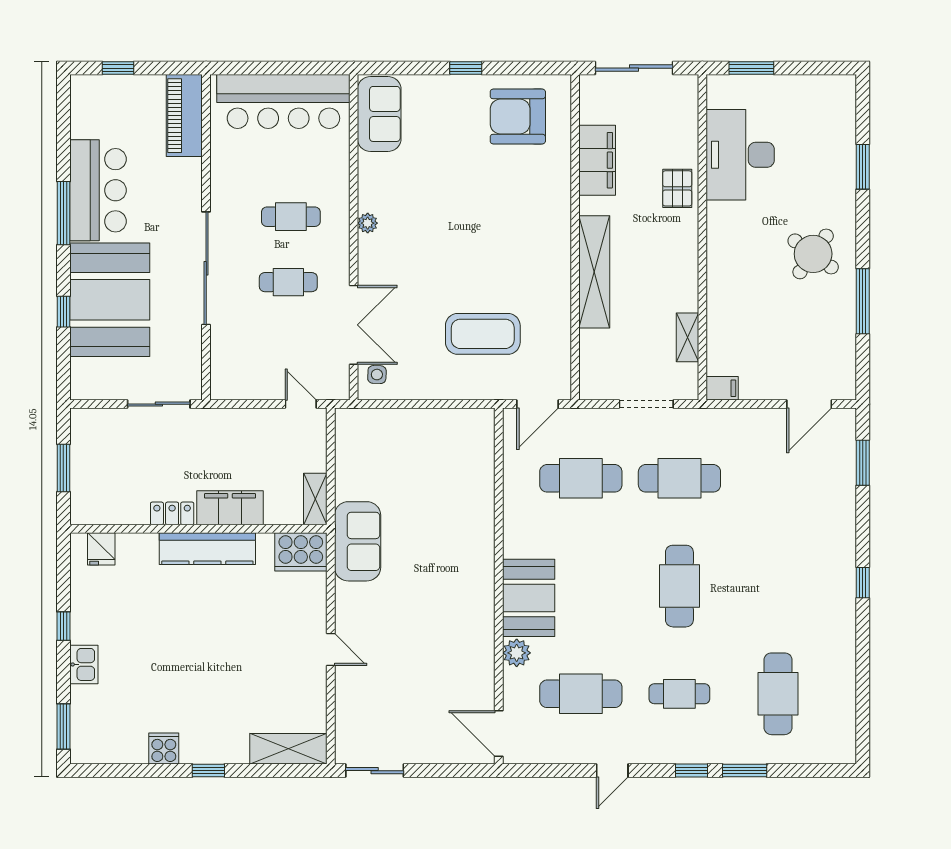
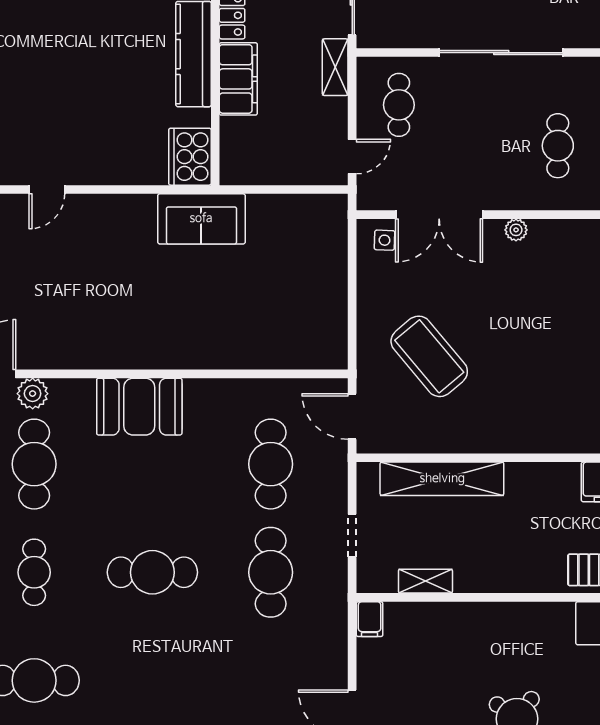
plant: (368, 223) -> (516, 230), moved
shelving: (594, 272) -> (442, 479), moved
cafe table: (288, 282) -> (399, 105), moved
coffee table: (483, 334) -> (429, 356), turned -40
doorway: (646, 404) -> (352, 536), width x0.73
shelving: (315, 499) -> (335, 67), moved, turned 90
door: (331, 649) -> (47, 189), moved
plant: (517, 653) -> (33, 394), moved

